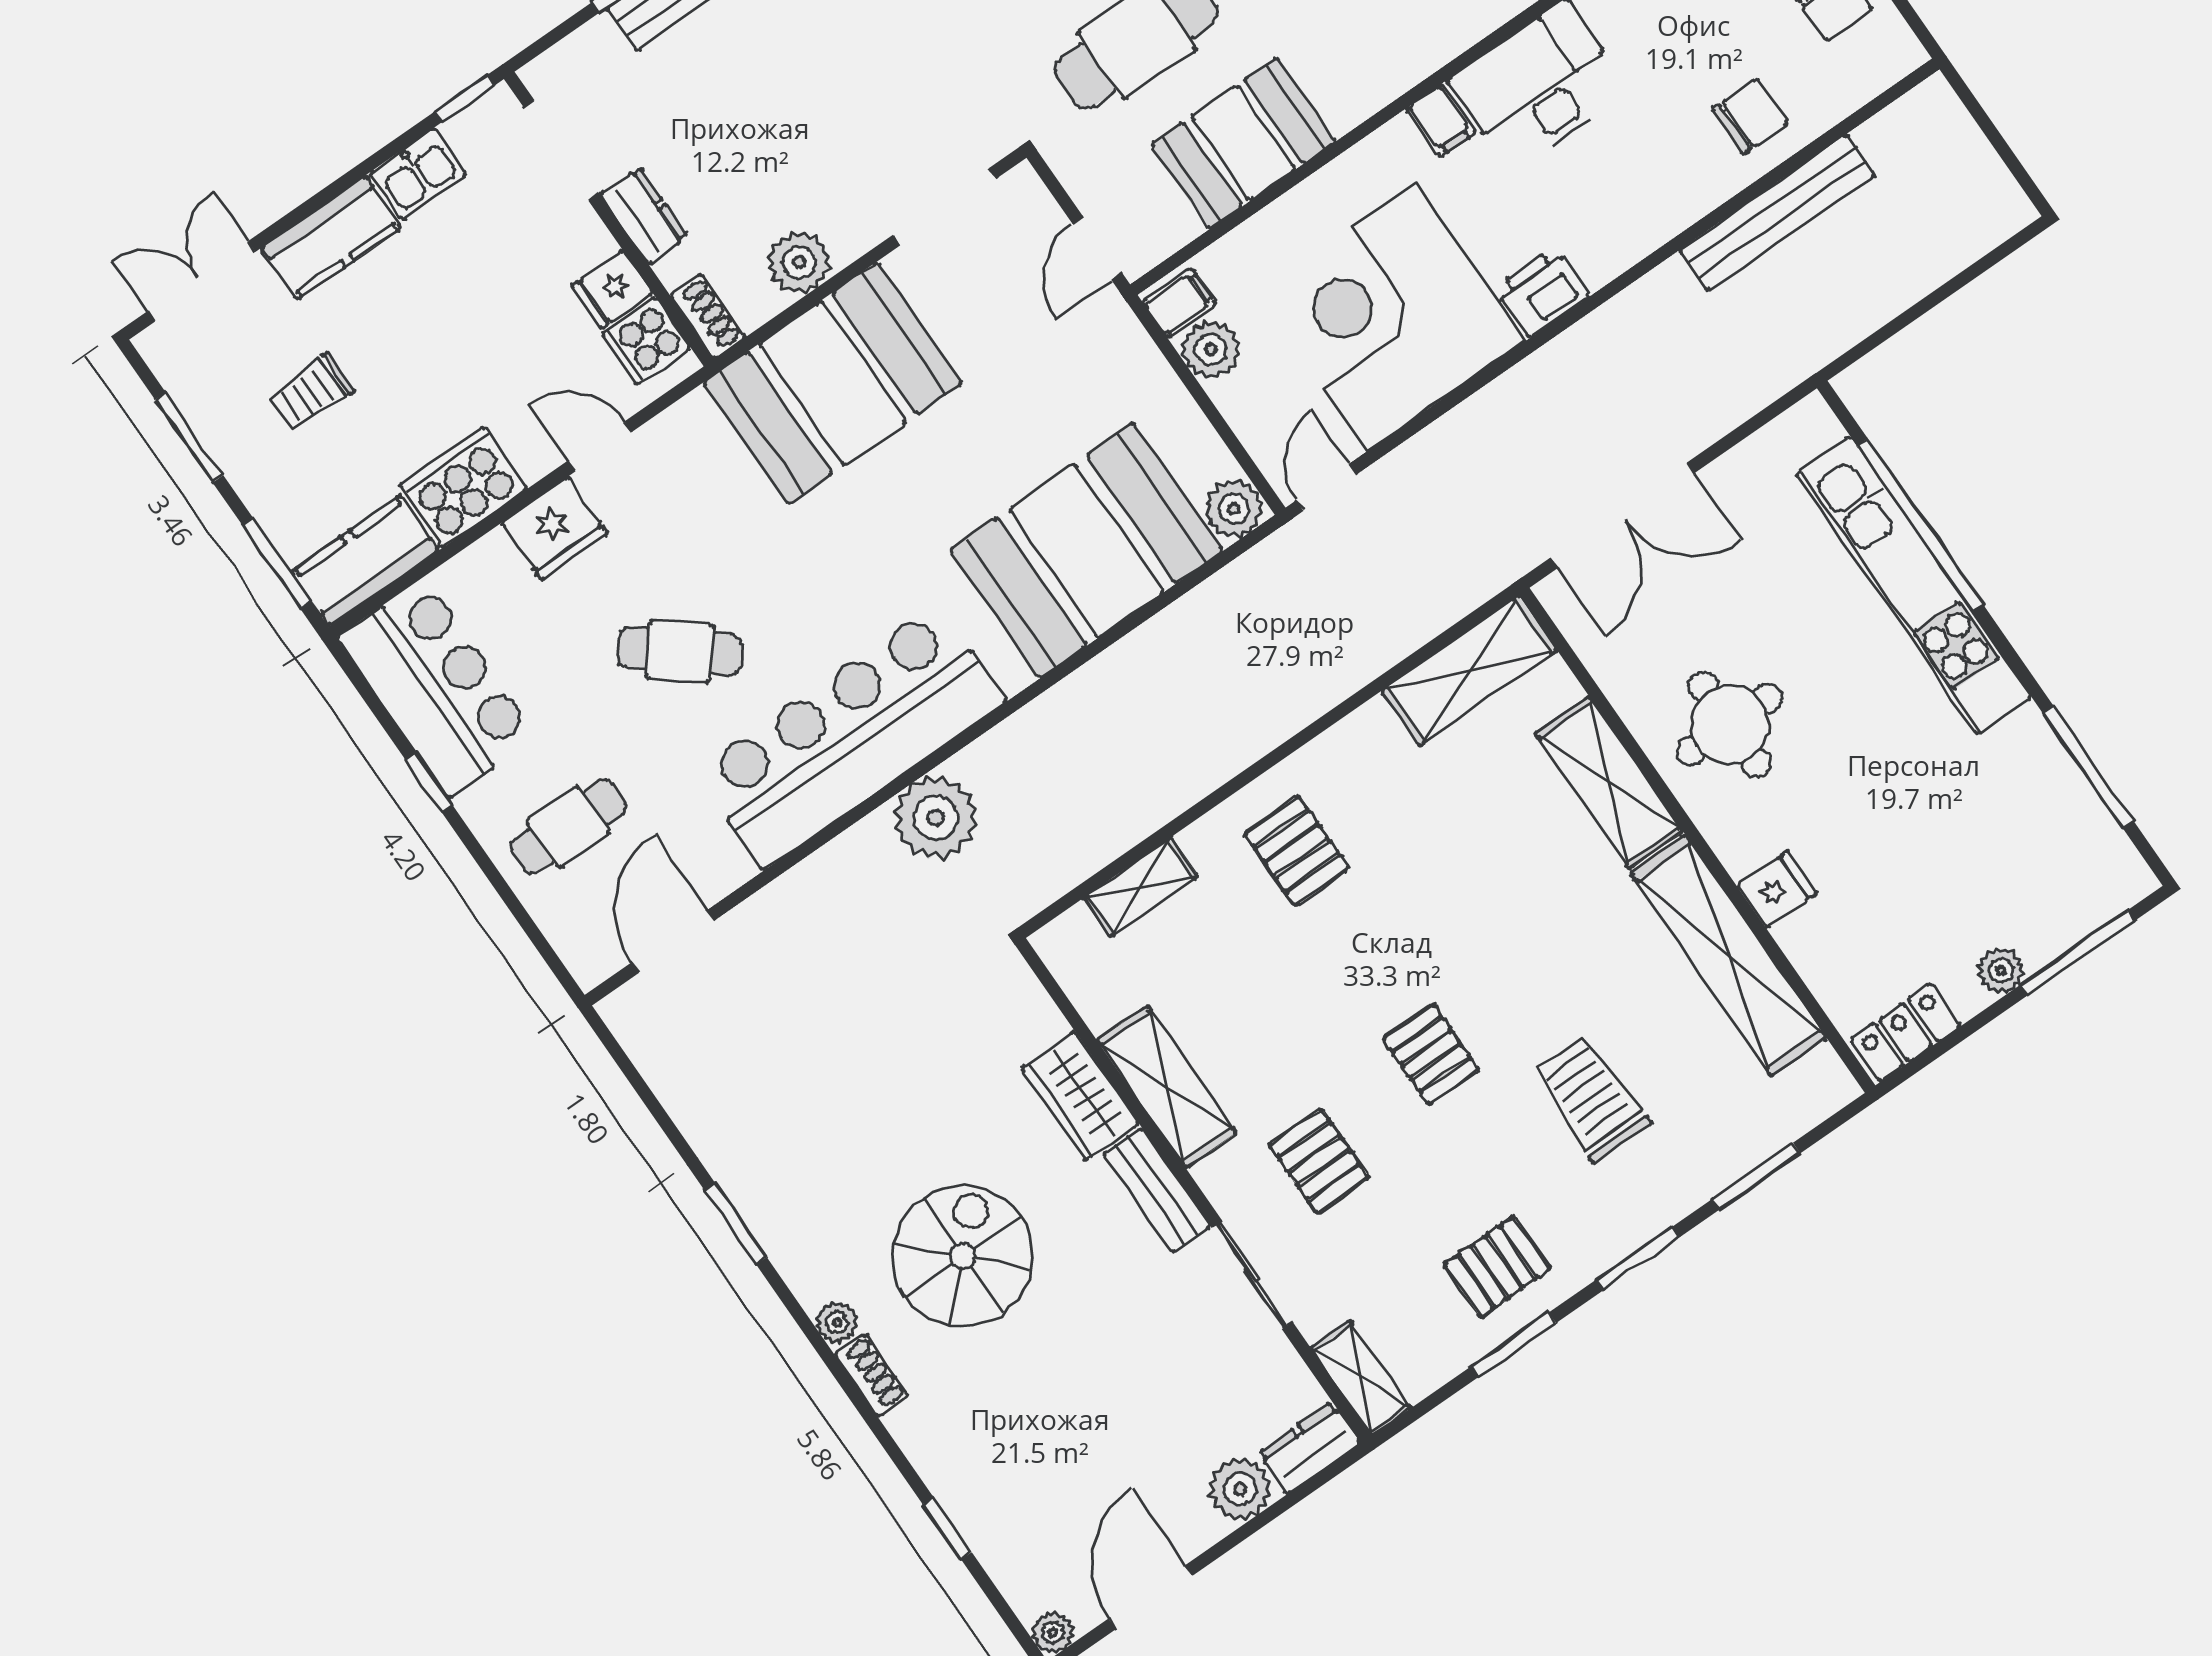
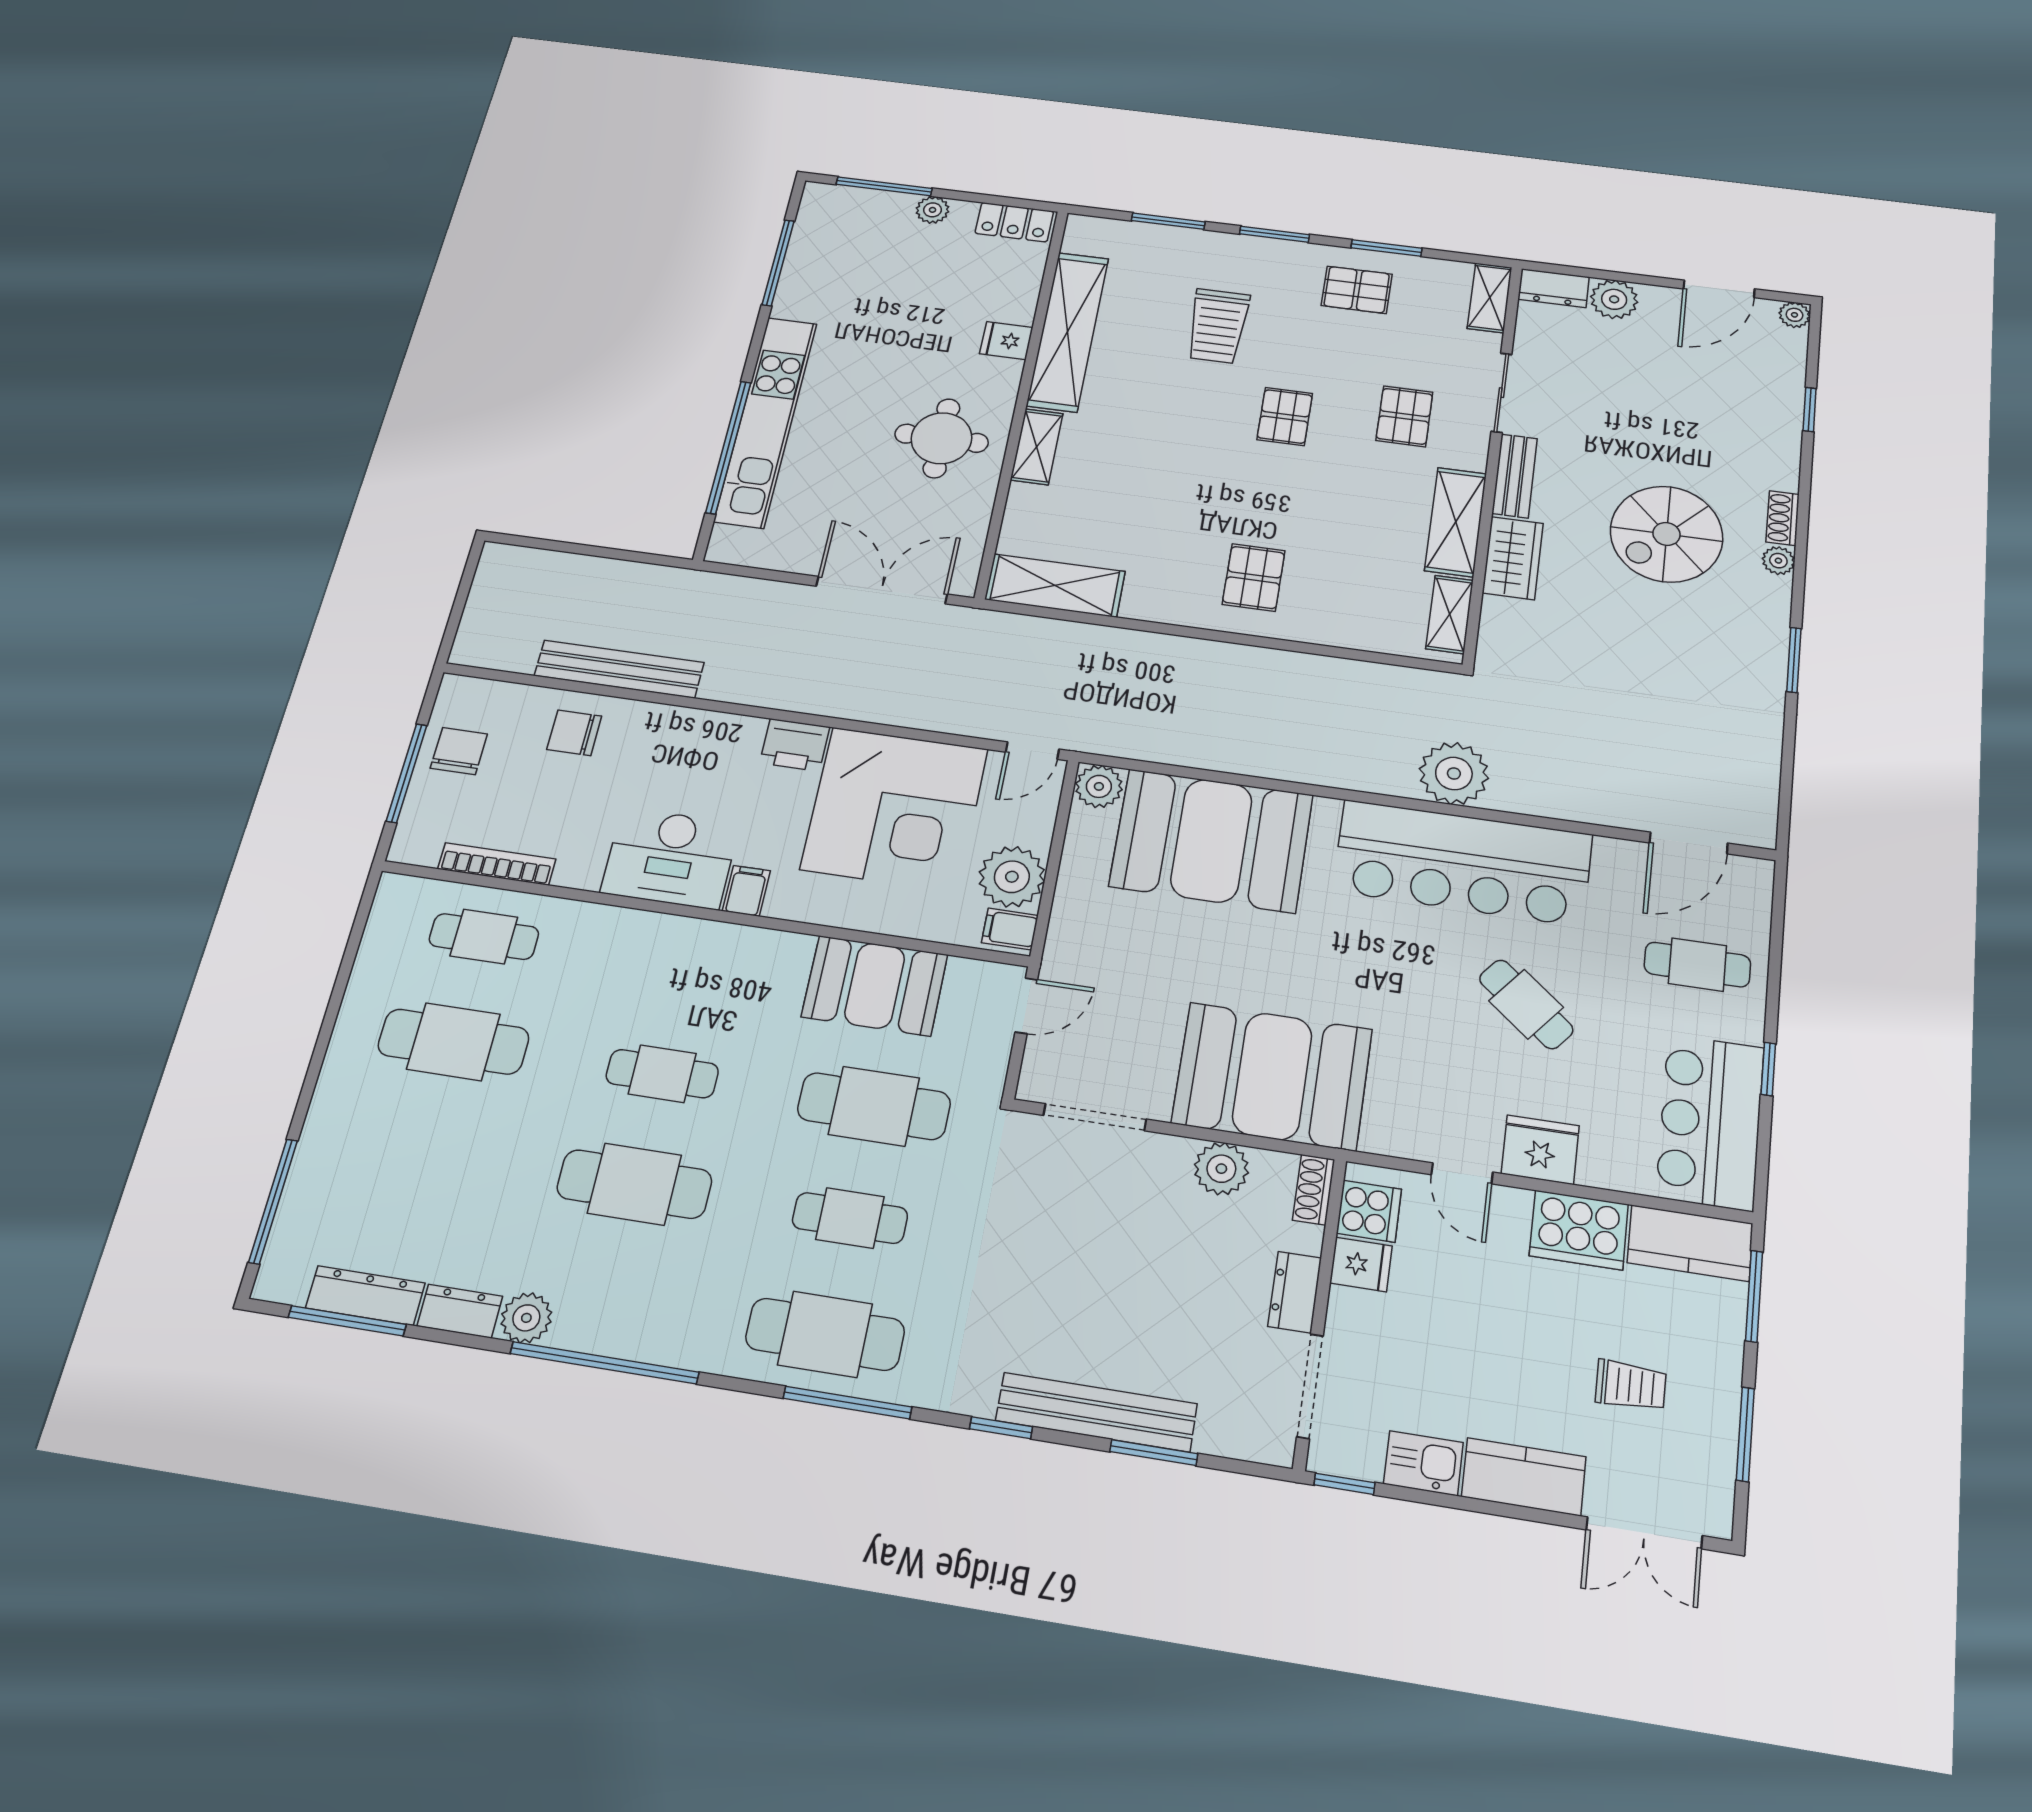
plant: (1211, 349) -> (1012, 877), width x1.36, depth x1.36
shelving: (1609, 782) -> (1037, 447), width x0.67, depth x0.75
shelving: (1141, 887) -> (1450, 614), moved, turned 90

